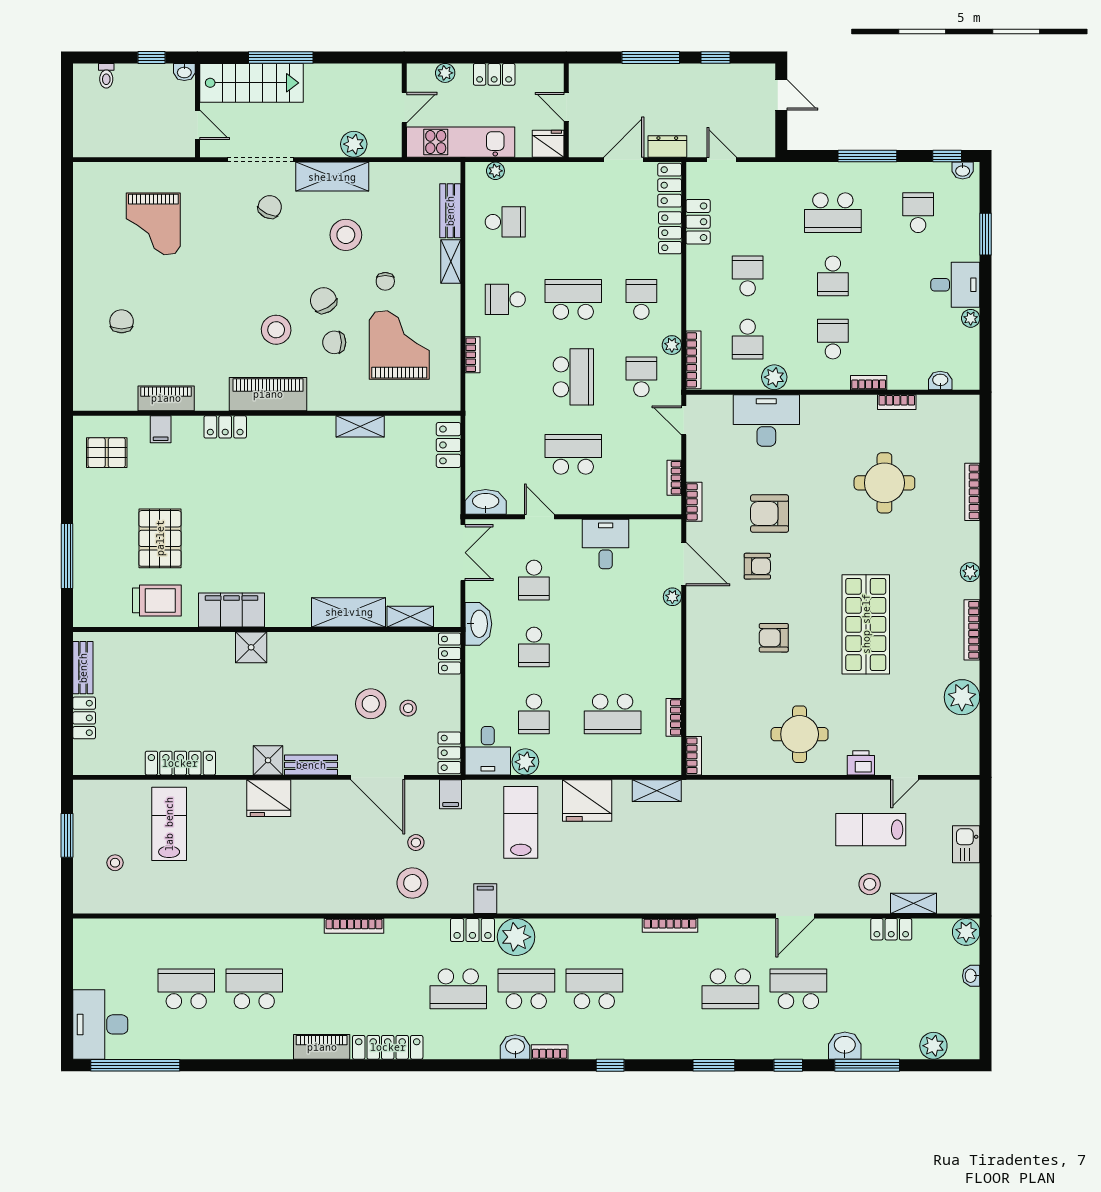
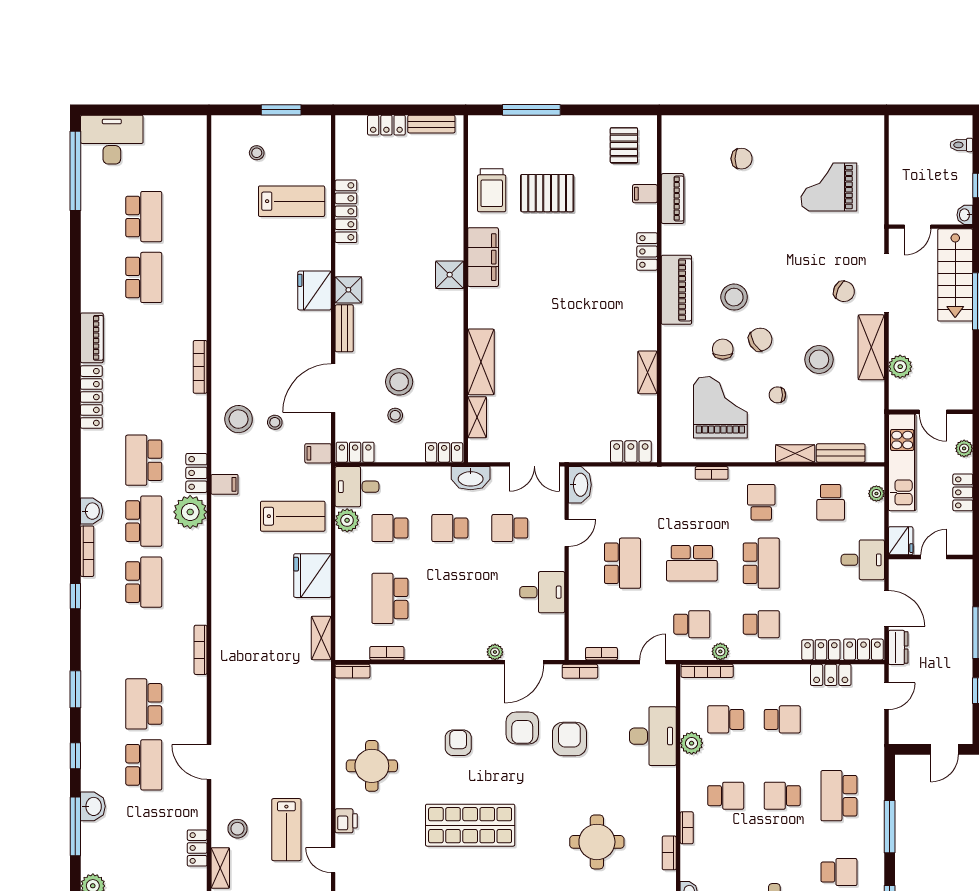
desk: (569, 186) -> (863, 560), added
grand piano: (399, 345) -> (720, 407), turned -90
armchair: (757, 566) -> (522, 728), width x1.38, depth x1.38
lab bench: (871, 830) -> (286, 830), turned 180
bookcase: (550, 1052) -> (87, 551), width x1.56

